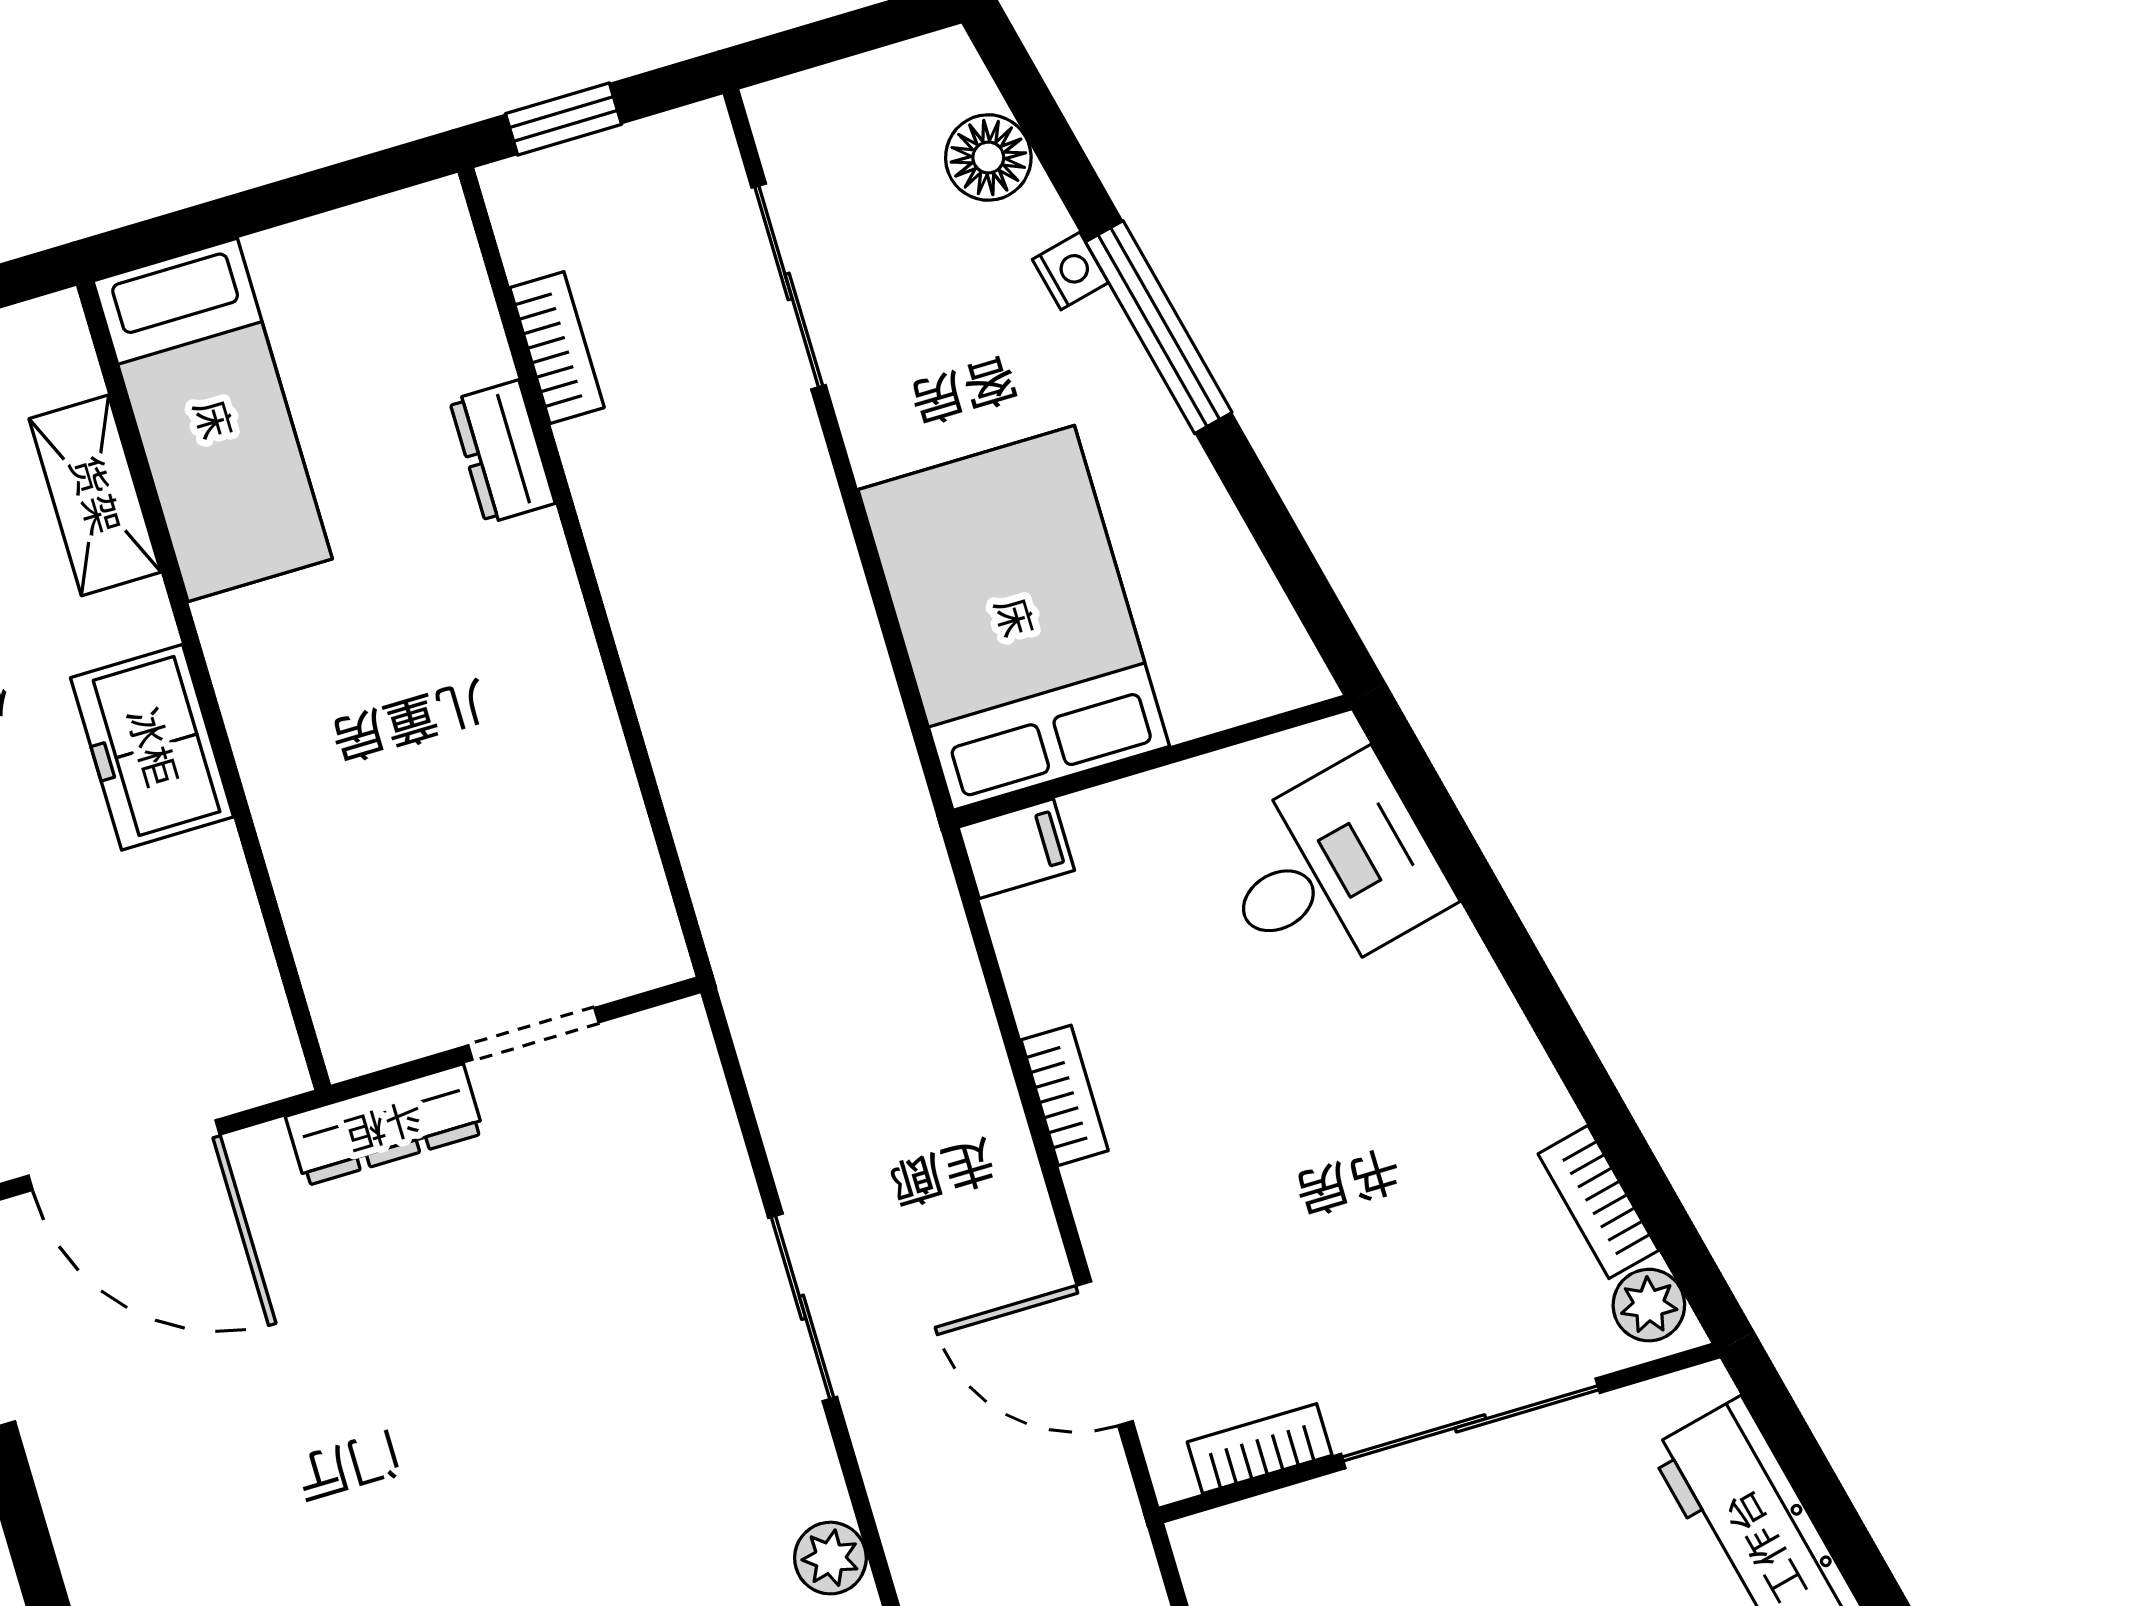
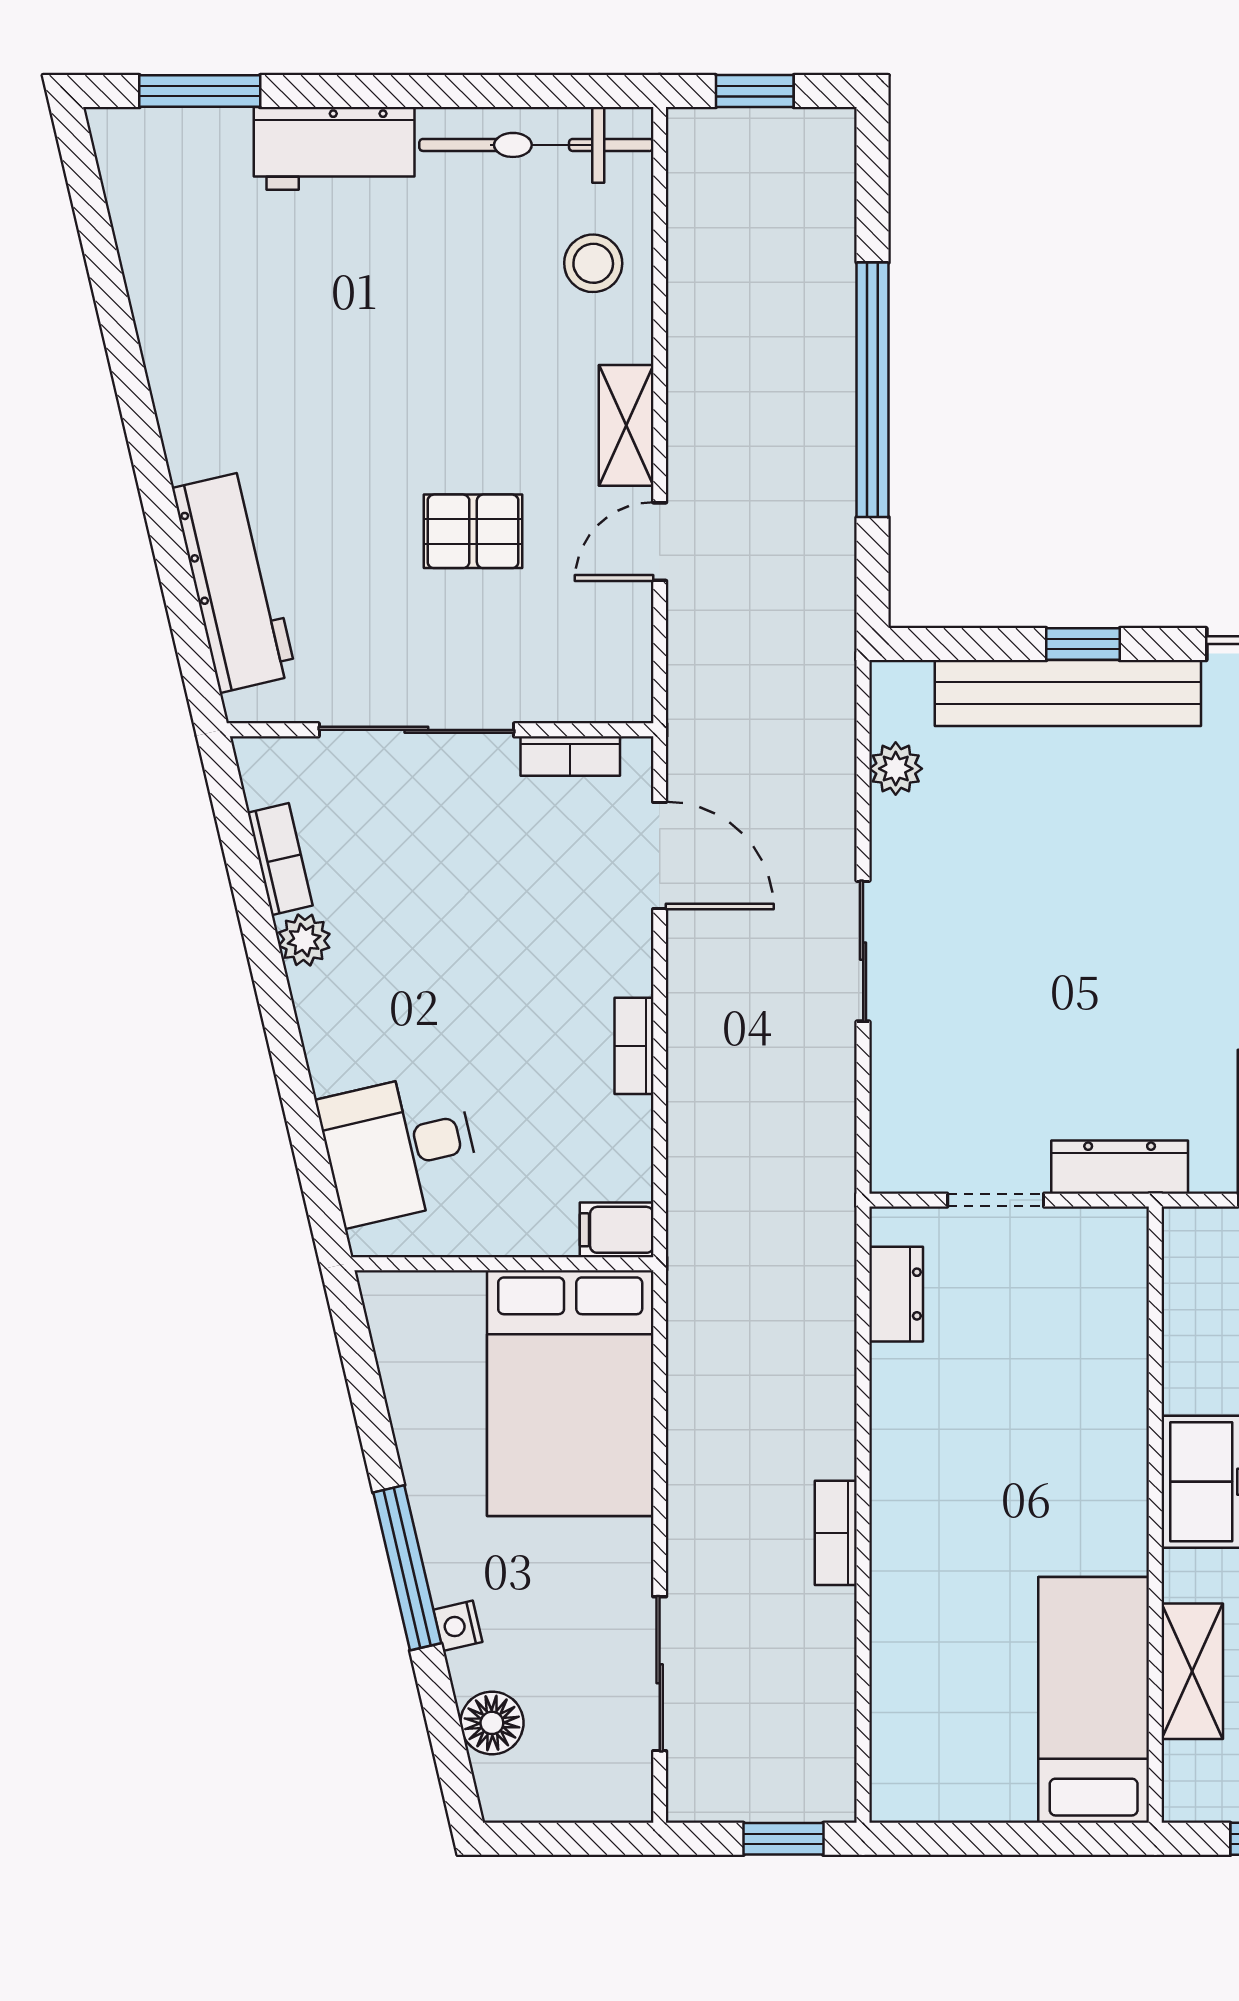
bookcase: (557, 348) -> (836, 1533), moved
dresser: (502, 452) -> (896, 1294), moved
plant: (1649, 1305) -> (304, 940), moved

